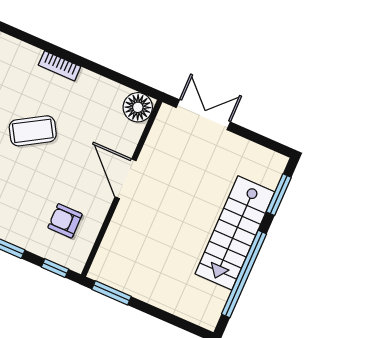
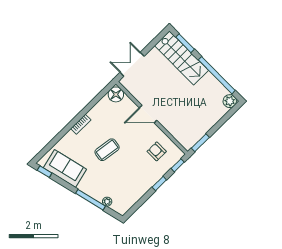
coffee table: (33, 131) -> (107, 150), turned 39
armchair: (65, 221) -> (157, 151), turned 90
stairs: (235, 233) -> (182, 58), moved
plant: (207, 316) -> (230, 101), added

